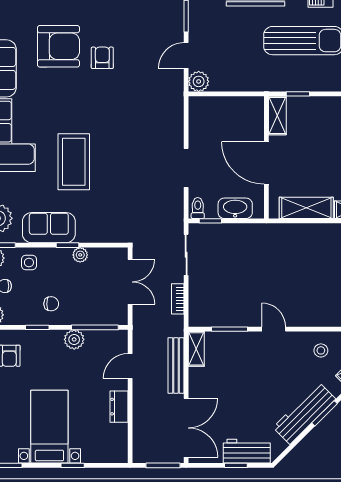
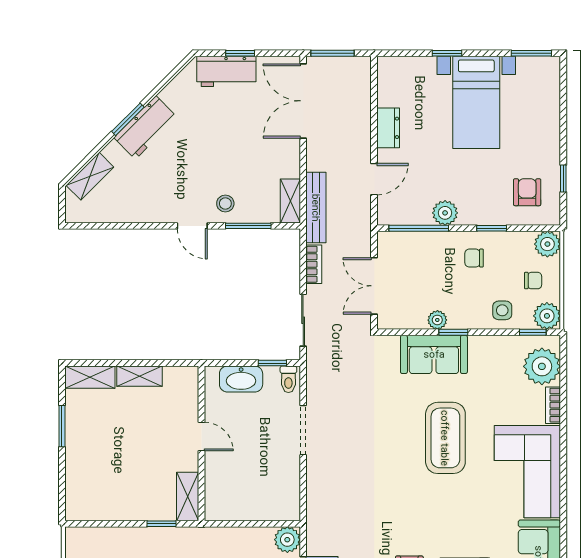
door: (266, 163) -> (201, 437), width x0.53
shelving: (306, 208) -> (139, 376), width x0.67, depth x0.75
sofa: (49, 228) -> (434, 354), moved
stool: (321, 350) -> (225, 204), moved
bench: (176, 366) -> (316, 208), moved
workbench: (304, 413) -> (146, 127), width x0.73

